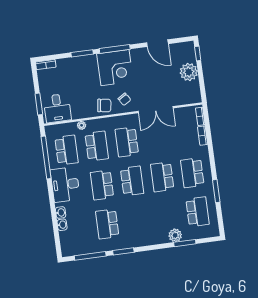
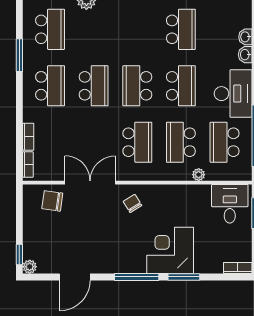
door: (157, 43) -> (75, 277), swing flipped
corner desk: (115, 68) -> (170, 250), moved
plant: (189, 72) -> (30, 267), moved, width x0.53, depth x0.53
chair: (104, 105) -> (52, 201), moved
school desk: (198, 212) -> (50, 29), turned 180

